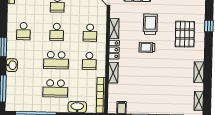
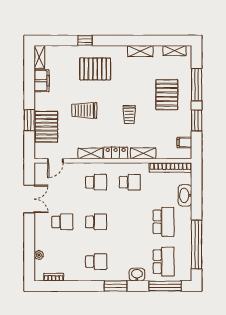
trolley: (147, 47) -> (129, 115), moved
school desk: (56, 60) -> (164, 262), moved
pallet: (162, 94) -> (167, 95), added

